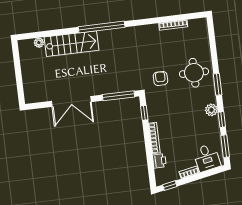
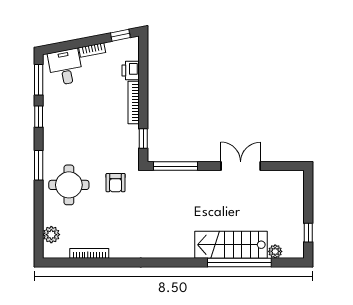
window: (102, 27) -> (239, 262), moved
window: (17, 59) -> (308, 233), added
double door: (71, 101) -> (241, 166), width x0.73
plant: (211, 110) -> (51, 235), moved

